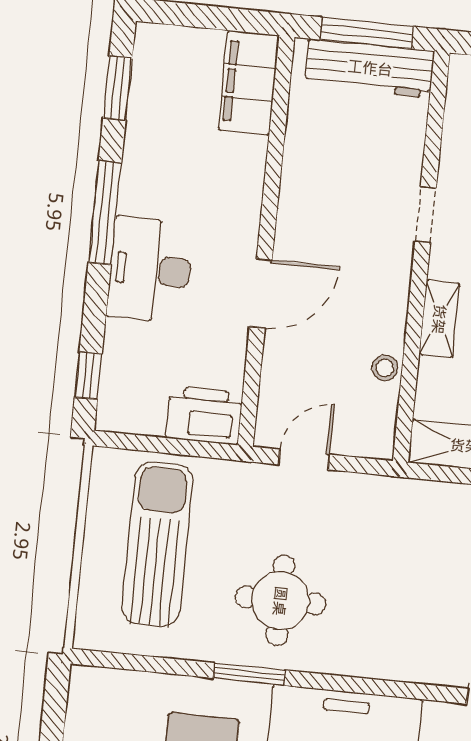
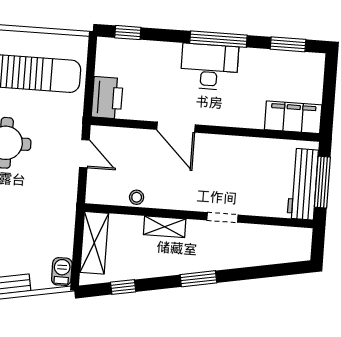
desk: (150, 270) -> (209, 67), moved

